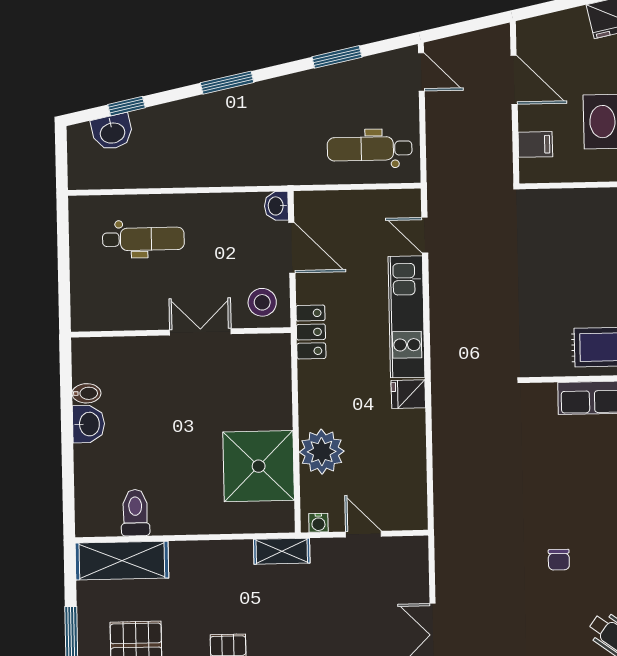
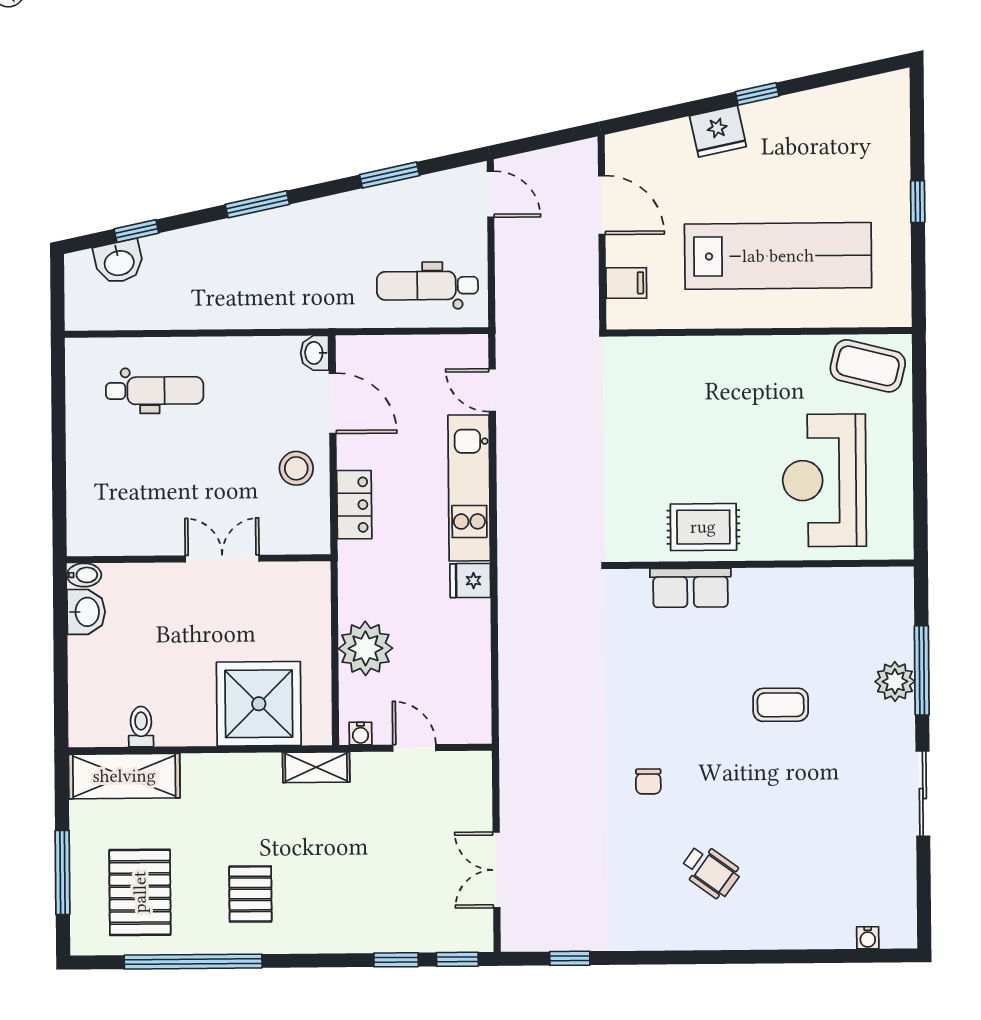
wall: (181, 332) -> (199, 559), moved
double door: (200, 332) -> (222, 559), moved
shower: (259, 466) -> (259, 704), moved
toilet: (135, 513) -> (141, 727), width x0.73, depth x0.72

